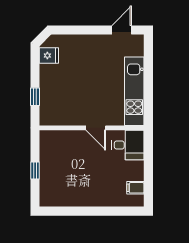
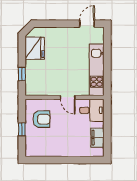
fridge: (49, 56) -> (35, 48), width x1.88, depth x1.34
armchair: (61, 157) -> (41, 119), added
filing cabinet: (135, 188) -> (97, 138), width x2.00

